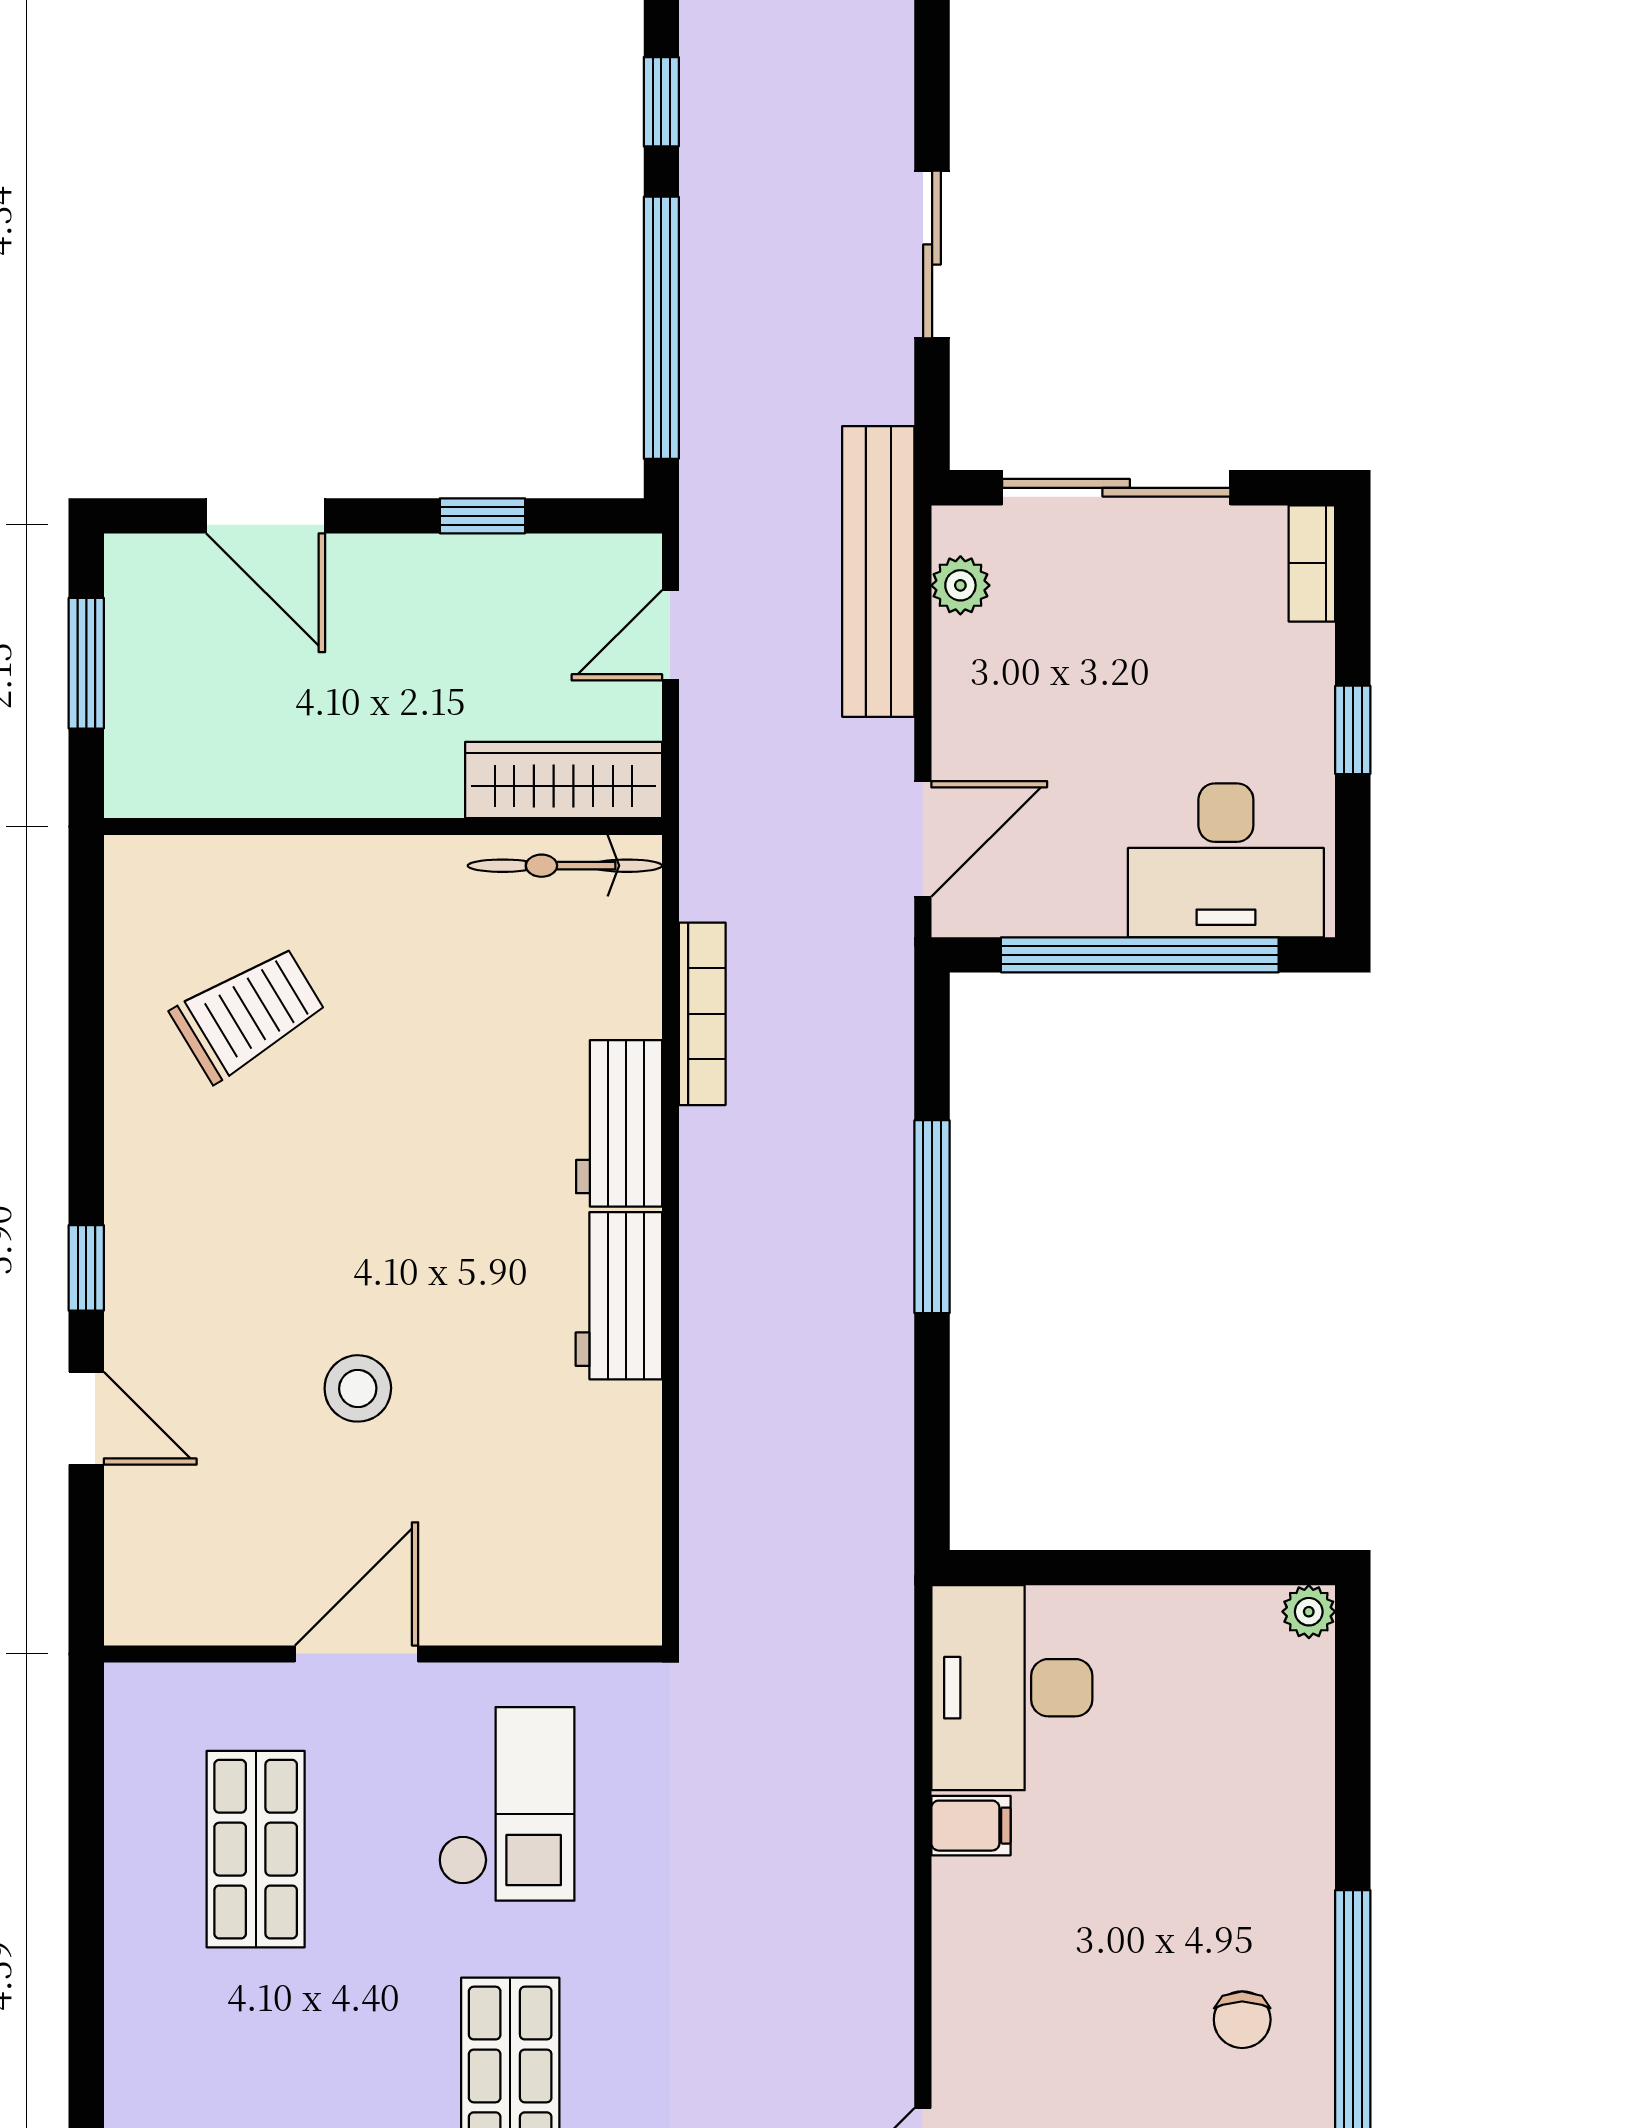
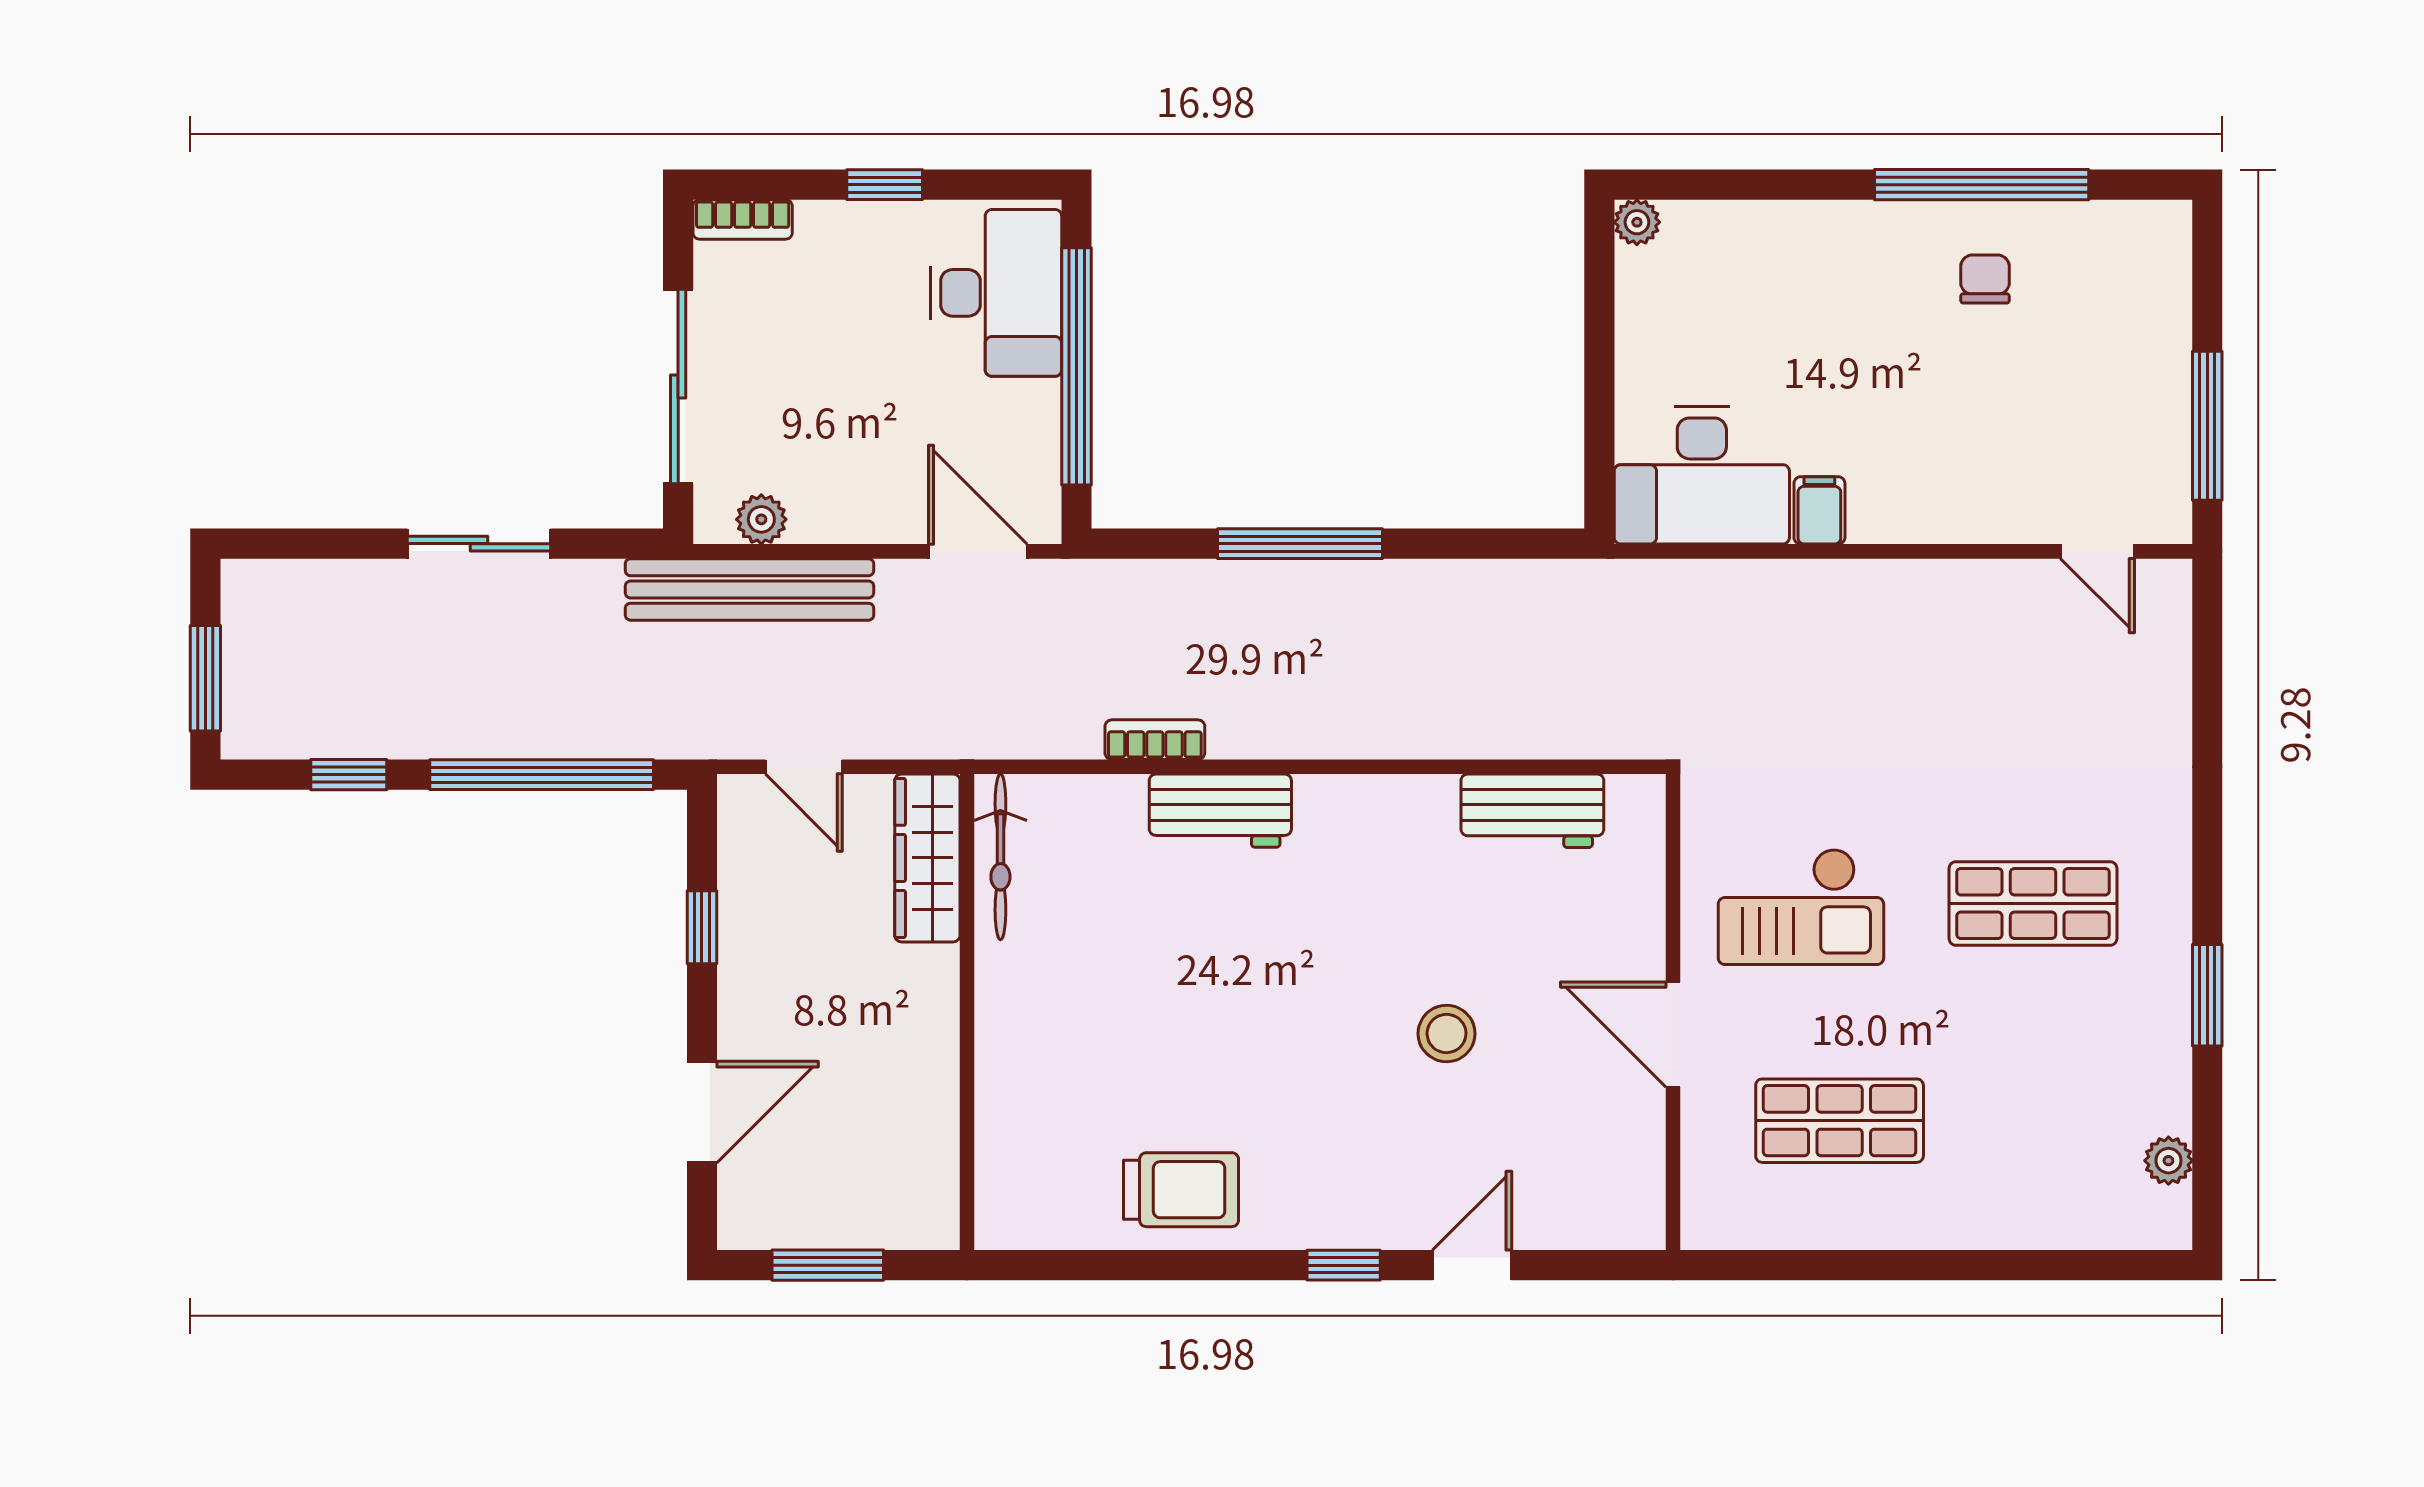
trolley: (248, 1014) -> (1181, 1190), moved, turned 121
bookcase: (702, 1014) -> (1155, 740), width x0.64
workbench: (619, 1296) -> (1532, 811), moved
checkout: (506, 1804) -> (1801, 907), turned 180
chair: (1242, 2020) -> (1985, 279), turned -90

